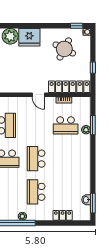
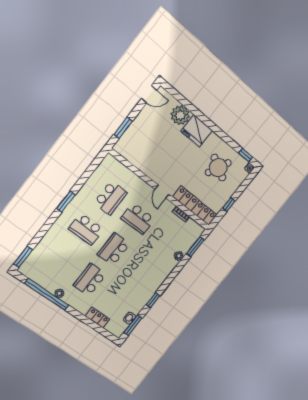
school desk: (66, 125) -> (138, 219), moved
window: (93, 125) -> (195, 247), moved
window: (93, 175) -> (153, 300), added

